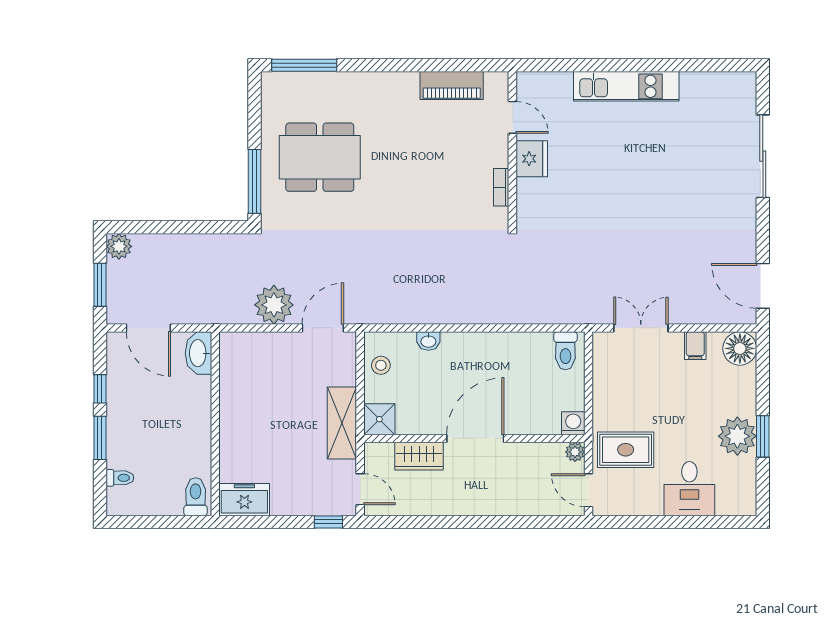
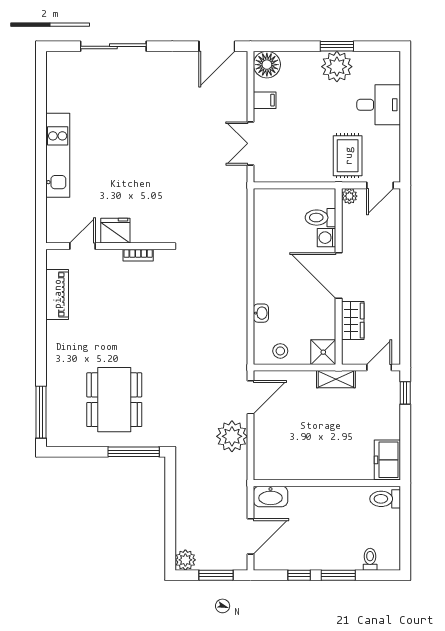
door: (323, 328) -> (251, 397), swing flipped
toilet: (565, 351) -> (320, 218), moved, turned 180
shelving: (342, 423) -> (336, 379), width x0.67, depth x0.75
washing machine: (573, 423) -> (326, 238), moved

